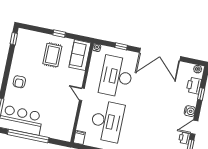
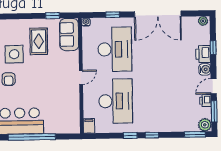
window: (59, 34) -> (53, 16), moved
side table: (29, 61) -> (14, 54), added
desk: (116, 77) -> (115, 49), turned 180
printer: (194, 86) -> (203, 54), moved
door: (82, 94) -> (81, 77), swing flipped

